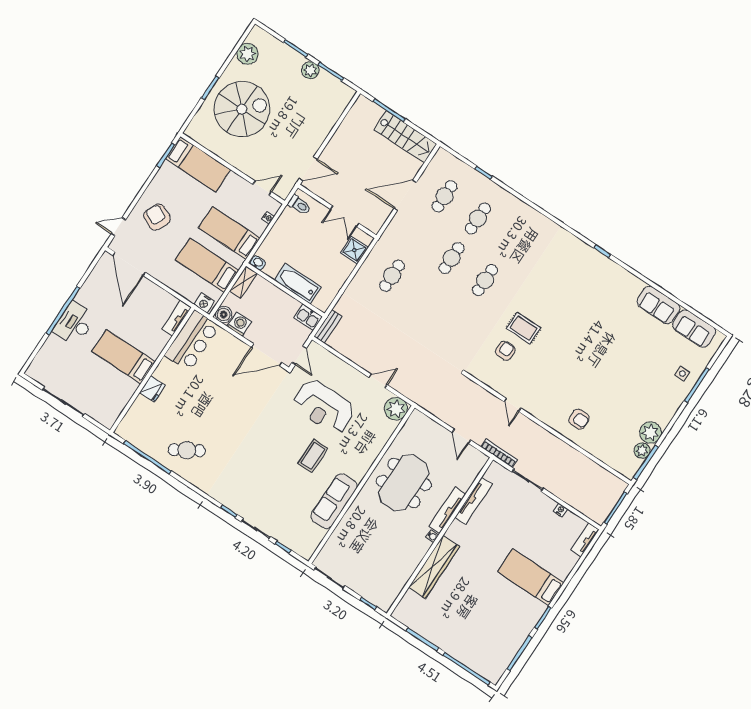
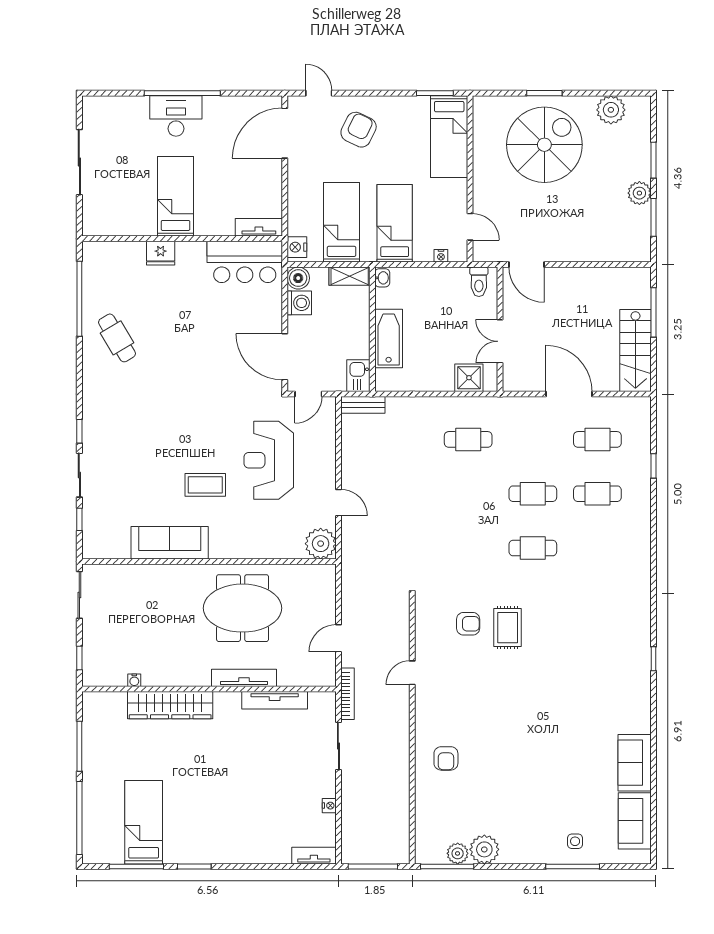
spiral stairs: (242, 109) -> (544, 145), turned -90
water cooler: (432, 536) -> (134, 680), moved
bed: (531, 577) -> (144, 822), moved

